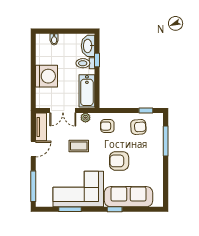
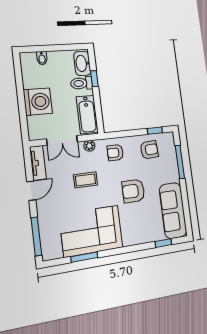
sofa: (128, 197) -> (173, 211), moved, turned -90
window: (115, 209) -> (163, 243), moved

